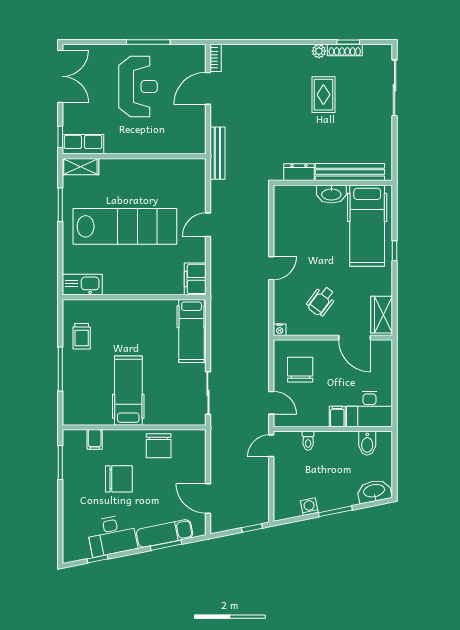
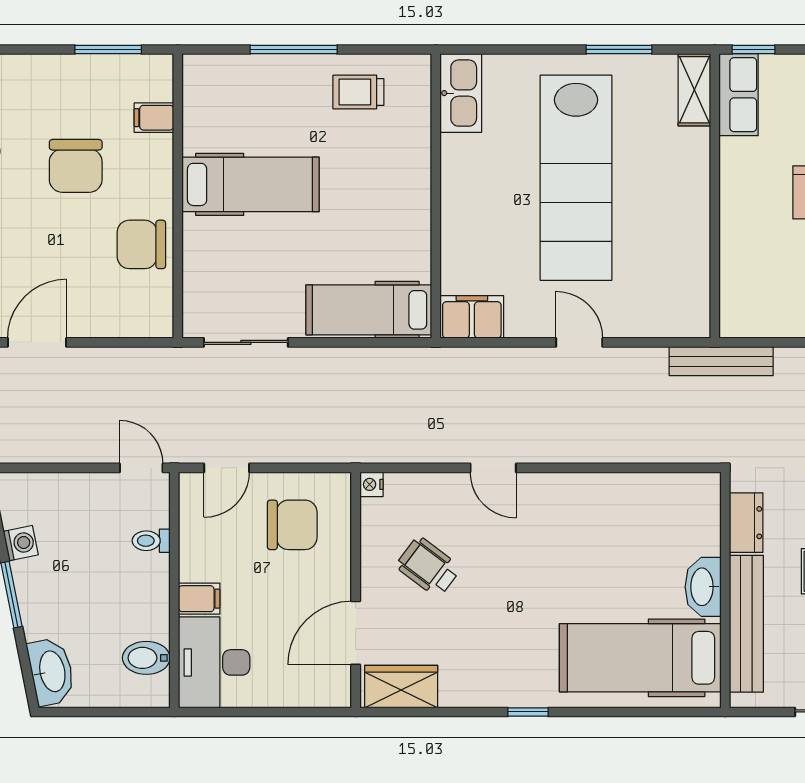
dresser: (299, 172) -> (746, 523), moved
bench: (350, 172) -> (746, 624), moved
wall: (333, 183) -> (725, 590), moved
washbasin: (331, 194) -> (703, 587), moved
hospital bed: (367, 226) -> (640, 658), moved

